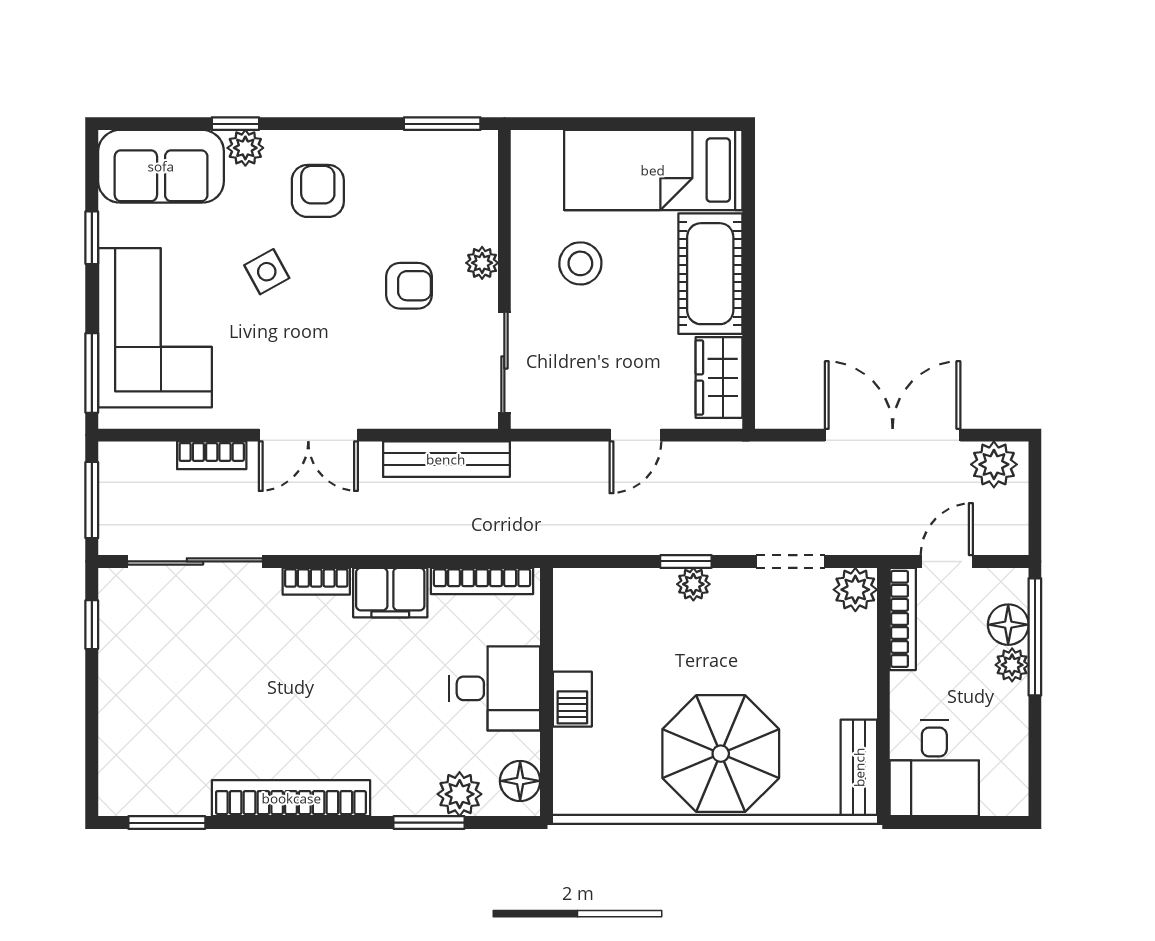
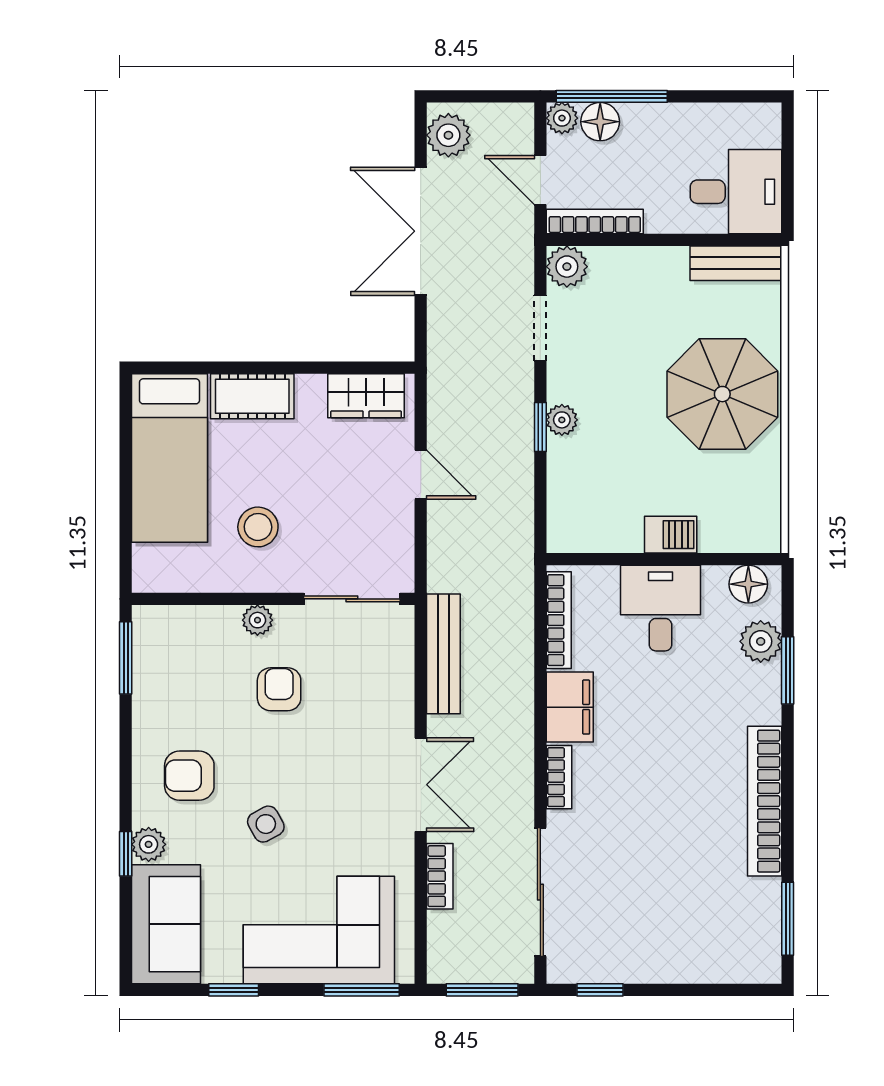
cot: (710, 274) -> (252, 396), width x0.73, depth x0.75
plant: (1012, 665) -> (562, 118), moved

